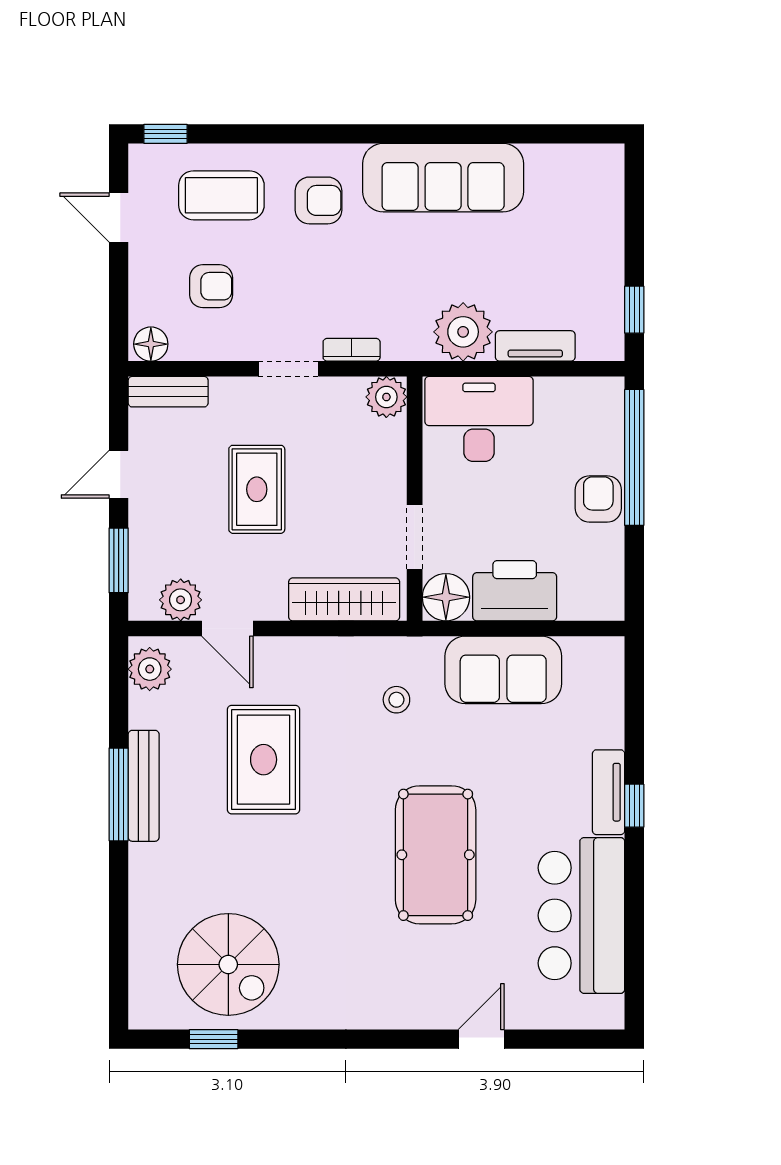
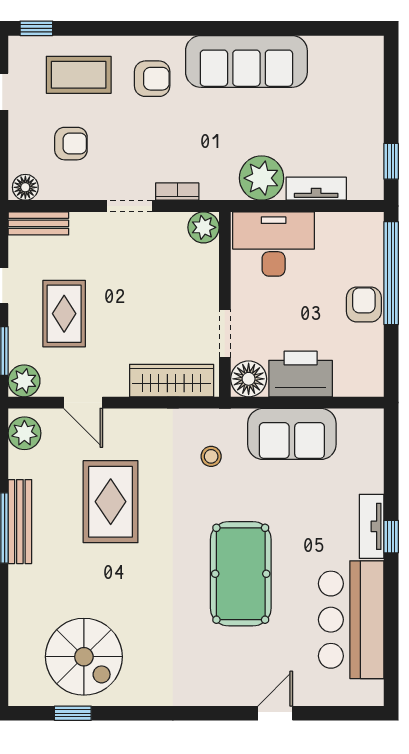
rug: (257, 489) -> (64, 314), moved
plant: (181, 600) -> (24, 381), moved

